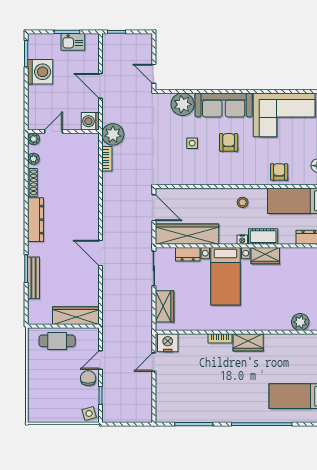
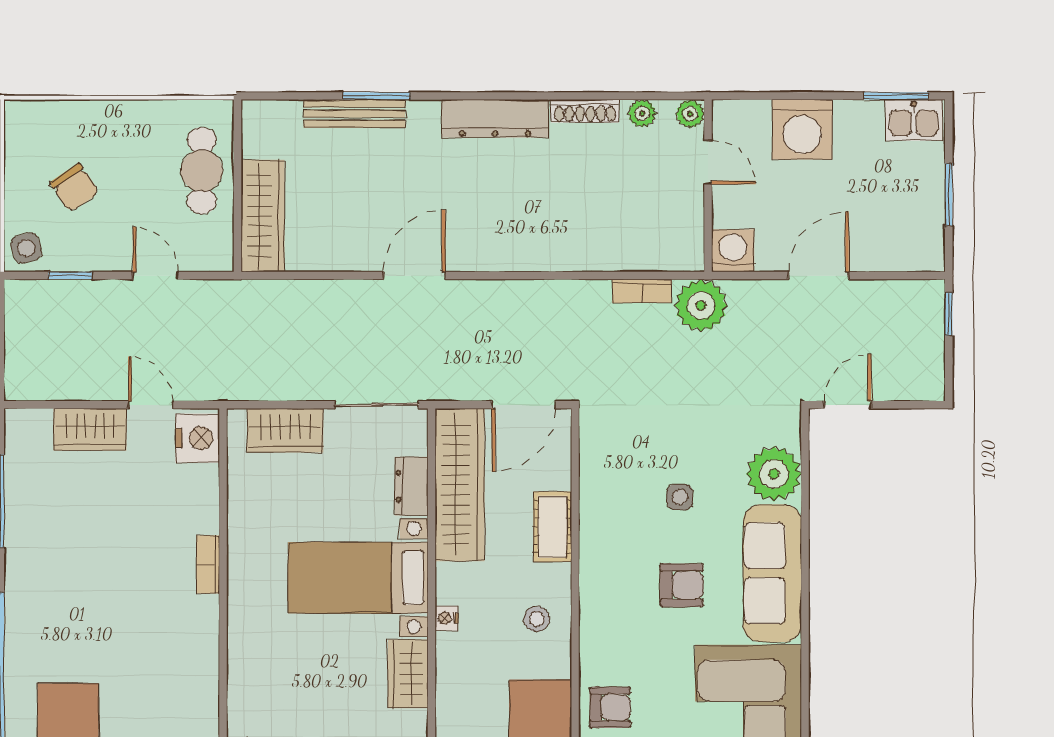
kitchen sink: (73, 42) -> (914, 120), moved, turned -90
washing machine: (40, 72) -> (802, 129), moved
cot: (263, 237) -> (552, 527), moved
wardrobe: (248, 342) -> (90, 429), moved, turned -90
chair: (88, 378) -> (75, 188), moved, turned 56

